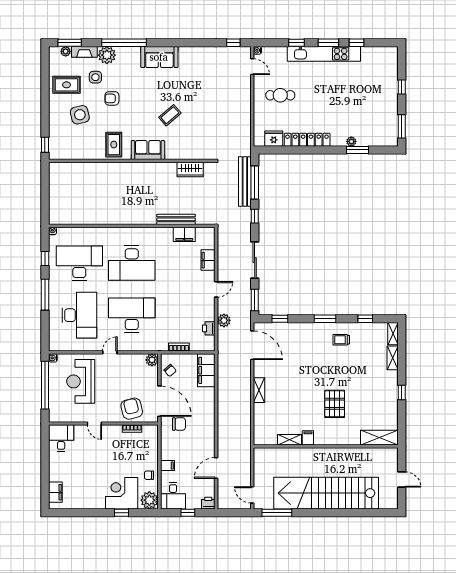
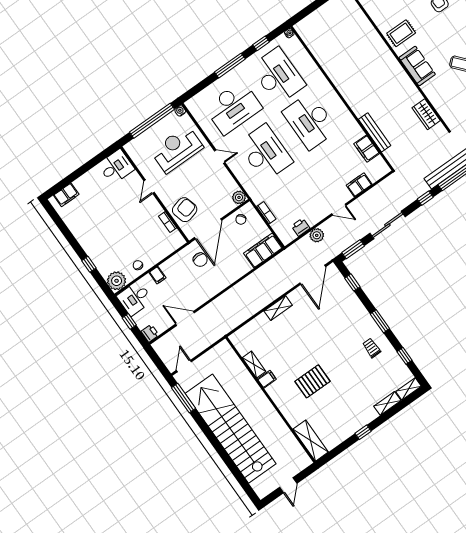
corner desk: (122, 493) -> (106, 253), removed

